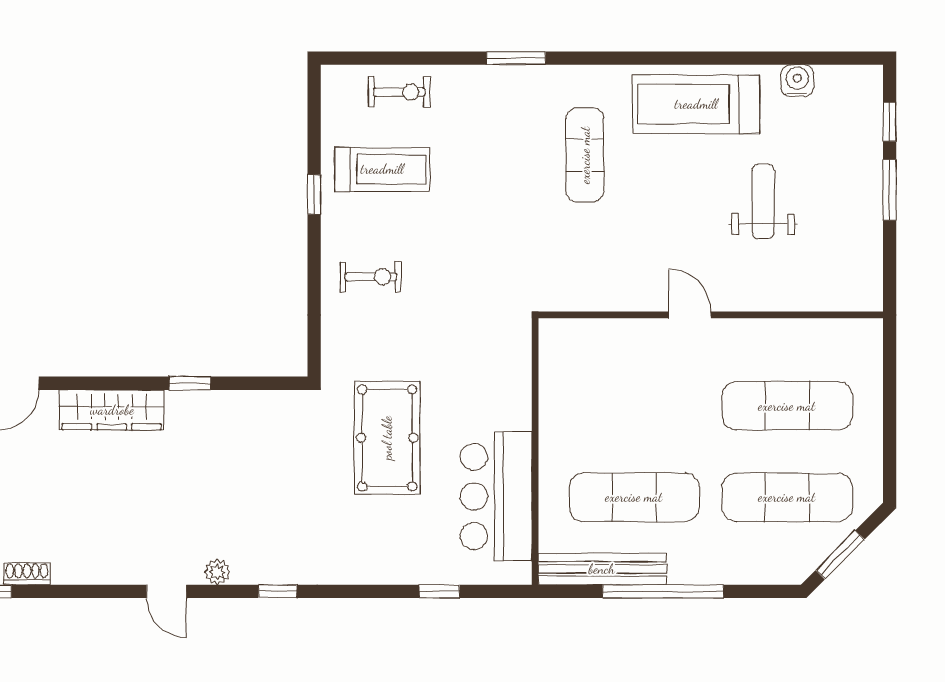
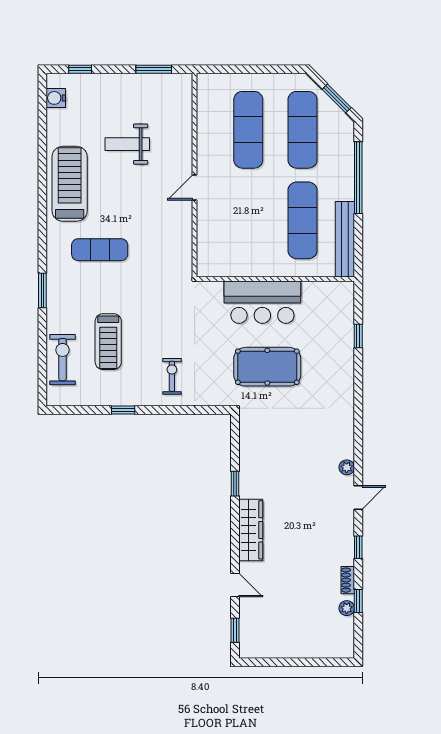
water cooler: (797, 81) -> (56, 98), moved
exercise bike: (399, 92) -> (62, 360), width x1.38, depth x1.39
treadmill: (696, 104) -> (70, 184), turned 180
treadmill: (382, 169) -> (108, 342), moved, turned 180
window: (890, 190) -> (154, 69), moved
bar counter: (496, 496) -> (262, 302), moved
window: (278, 591) -> (358, 547), moved
window: (663, 591) -> (358, 178), moved

